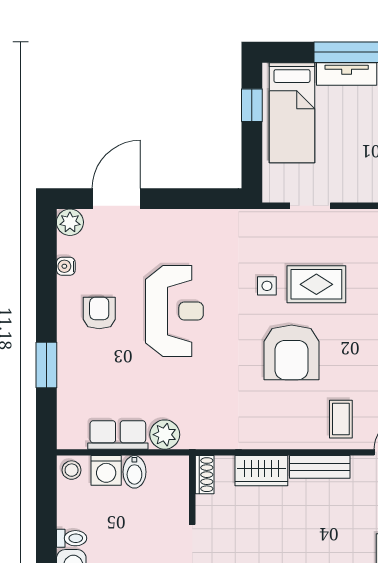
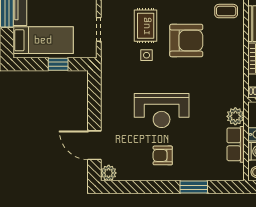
window: (252, 105) -> (58, 64), moved
water cooler: (66, 266) -> (135, 175), removed
reception desk: (174, 311) -> (162, 111), turned 180

